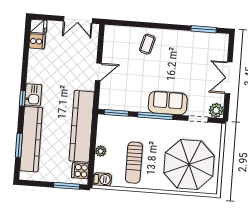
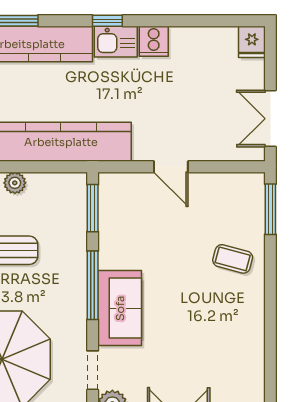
window: (204, 29) -> (270, 209), moved
cooker: (37, 41) -> (154, 41), moved

